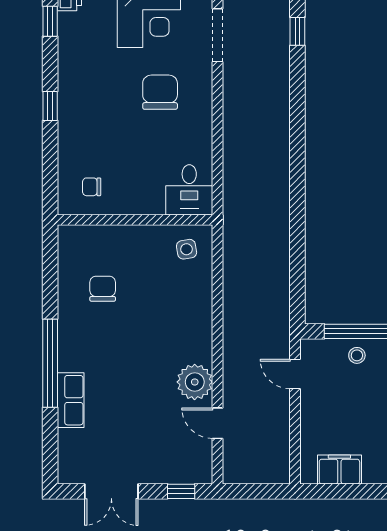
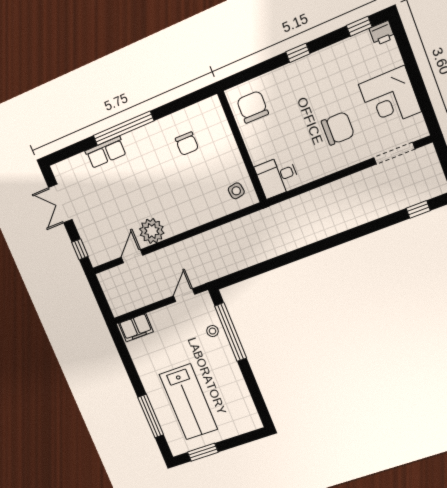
chair: (92, 187) -> (253, 107), width x1.87, depth x1.87
chair: (103, 289) -> (187, 144), turned 90
filing cabinet: (339, 470) -> (136, 328), moved, turned 90

